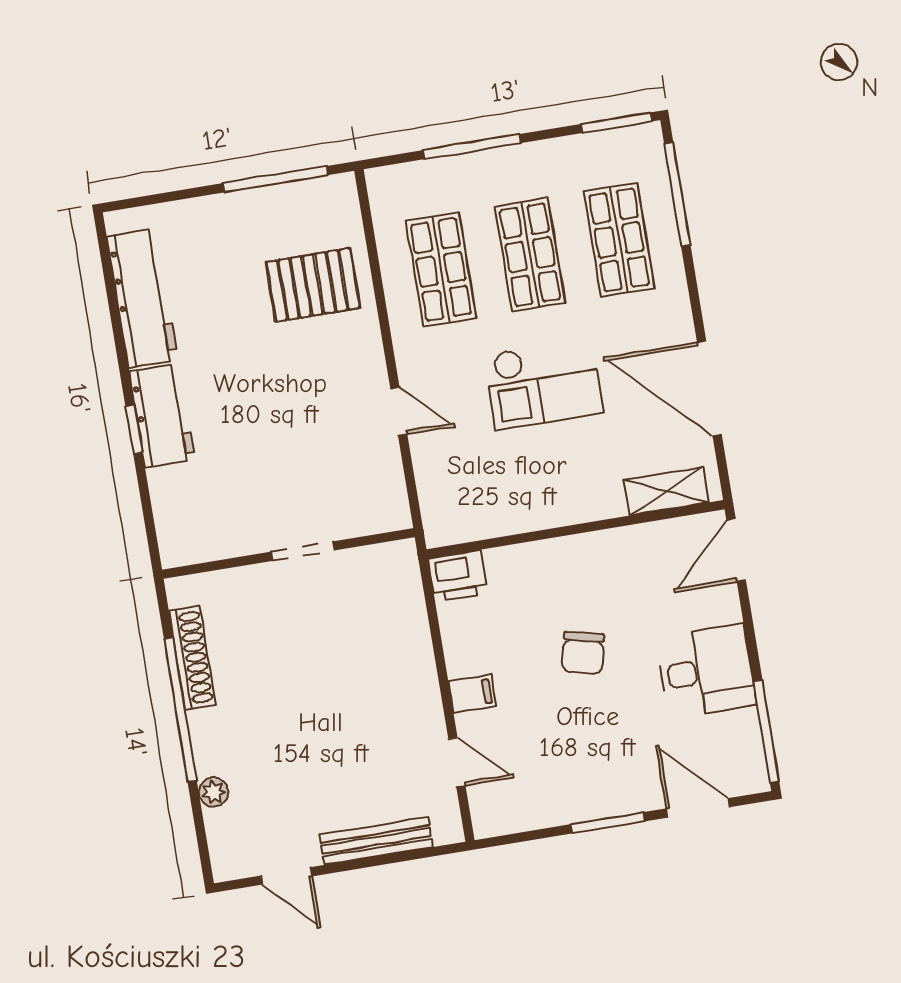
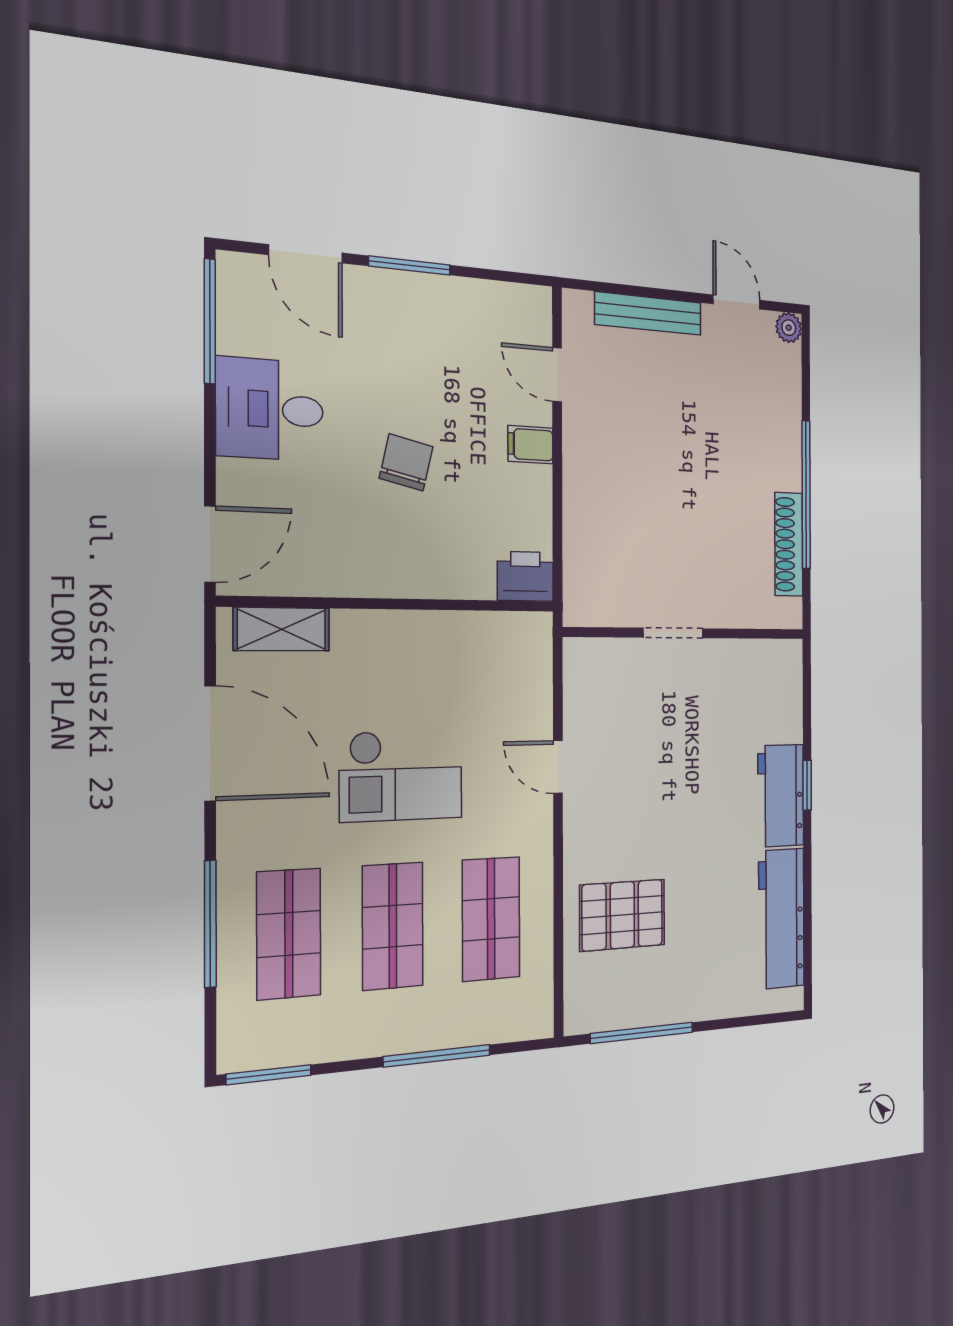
window: (677, 194) -> (210, 924), moved
checkout: (544, 384) -> (401, 776), turned 180
plant: (214, 792) -> (789, 328), moved

